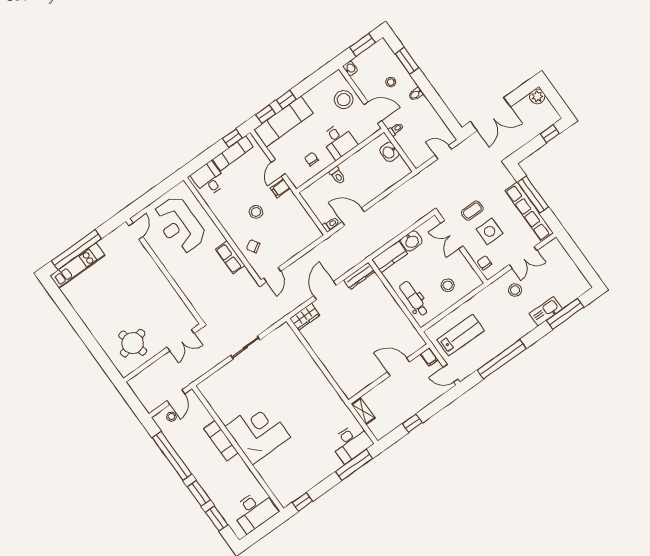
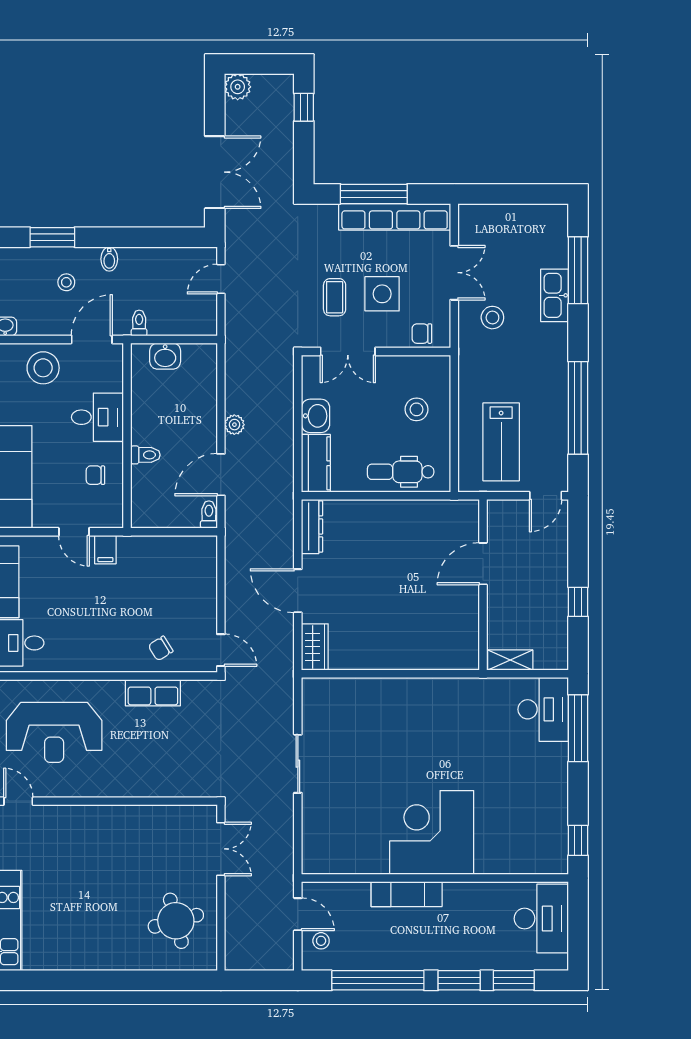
plant: (381, 206) -> (234, 425), added
stool: (256, 212) -> (114, 609), removed
lab bench: (461, 335) -> (501, 442), turned 180
filing cabinet: (429, 357) -> (500, 510), removed

